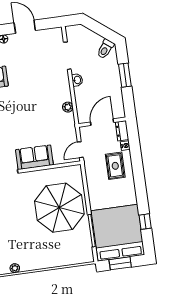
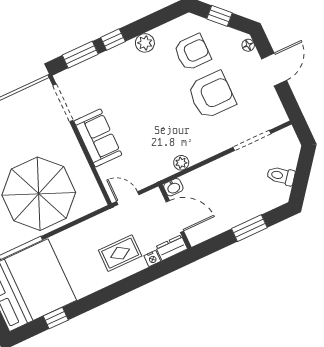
toilet: (105, 49) -> (281, 176), moved
armchair: (29, 73) -> (212, 95), added
washbasin: (77, 80) -> (173, 187), moved

